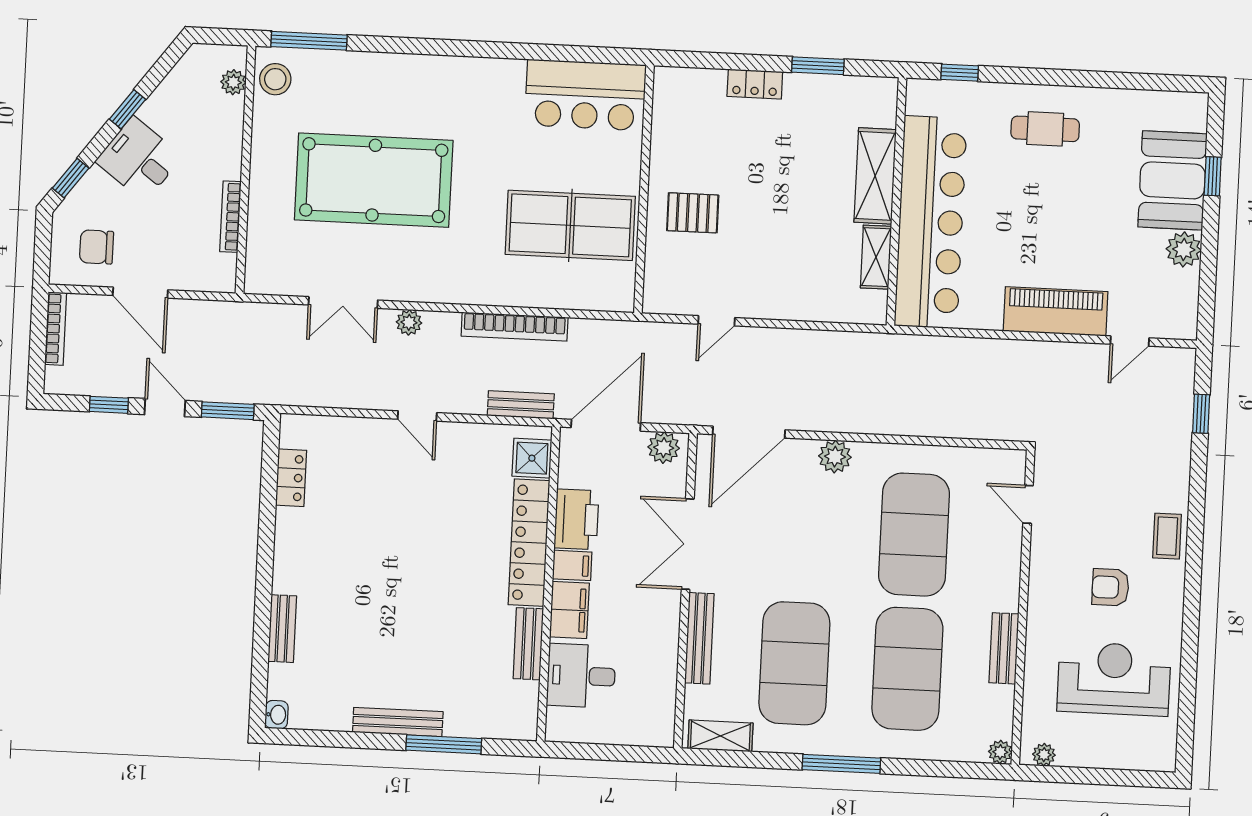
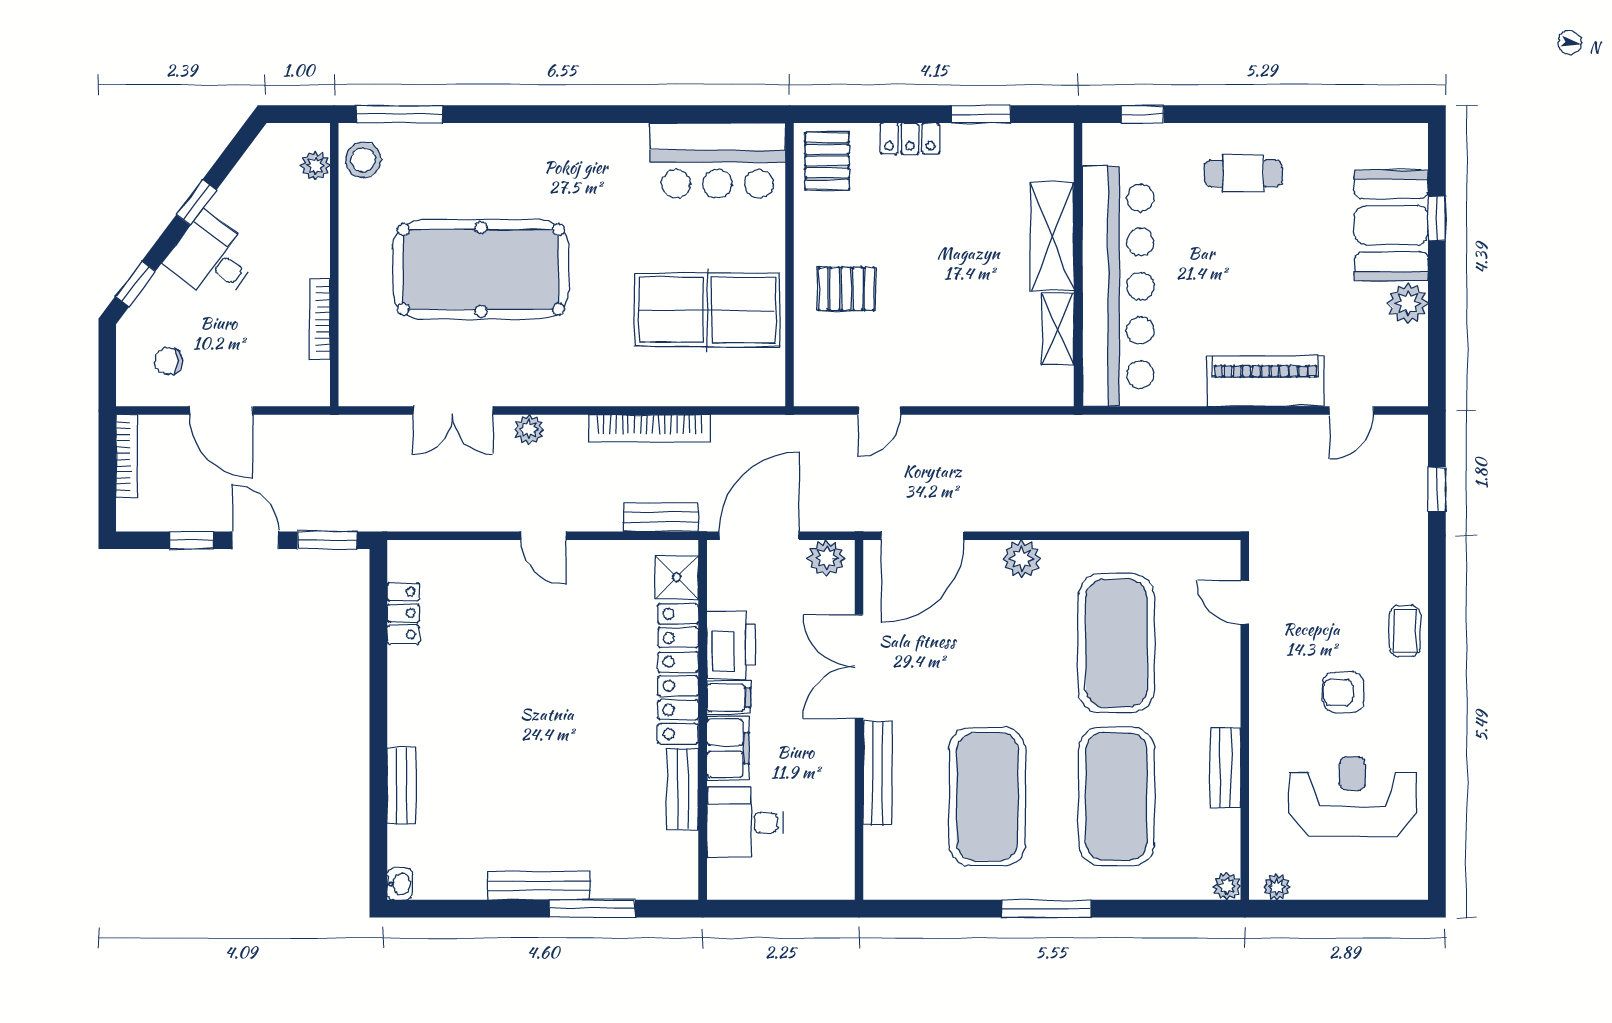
pallet: (681, 100) -> (827, 161), added
chair: (97, 247) -> (169, 361), width x0.73, depth x0.73
shelving: (720, 736) -> (907, 883), removed

